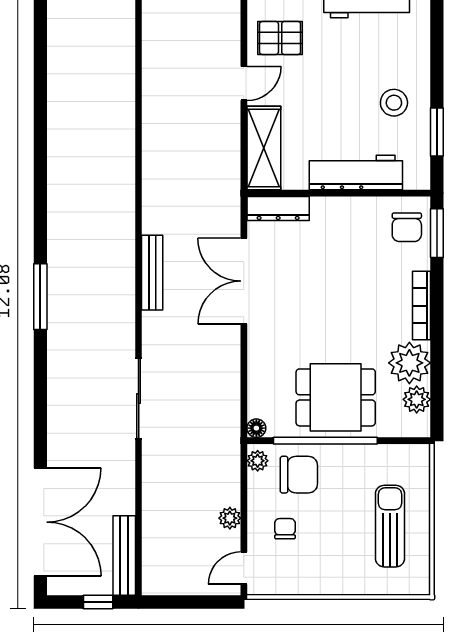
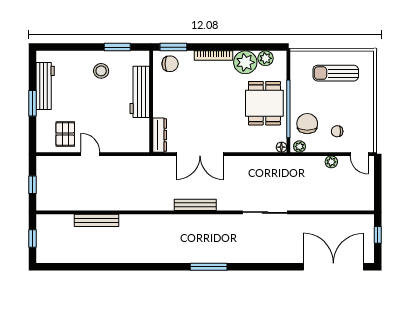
shelving: (264, 148) -> (126, 143), removed
bench: (124, 556) -> (97, 220), moved

